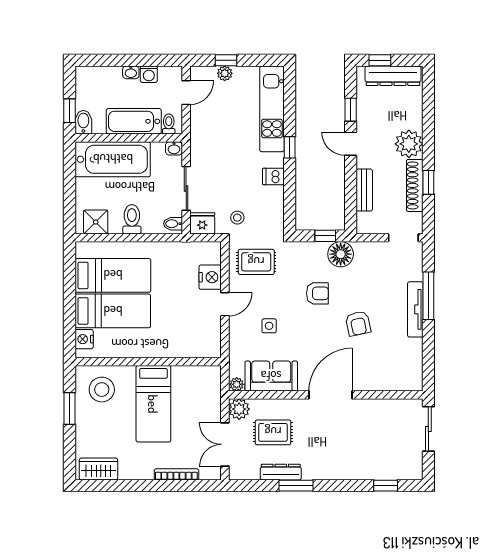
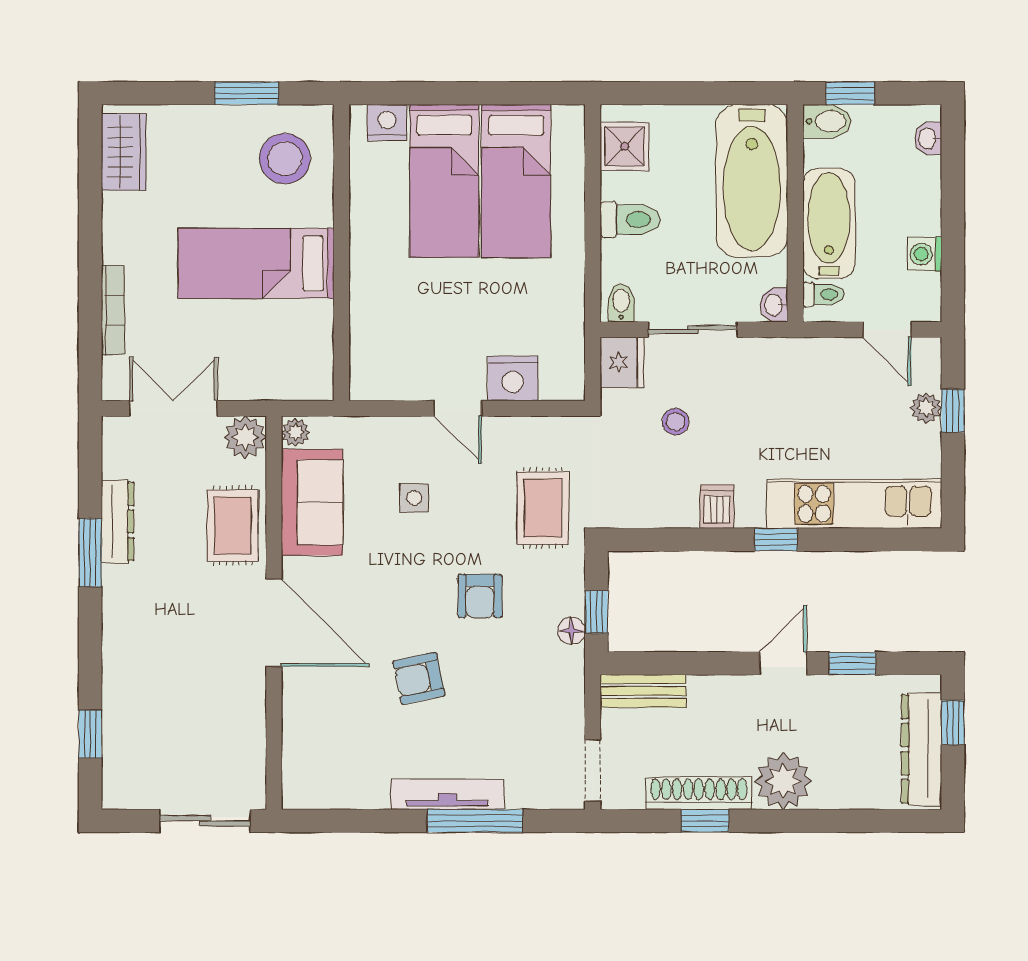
washbasin: (131, 72) -> (928, 138), moved
bench: (364, 190) -> (643, 691), moved
stool: (237, 218) -> (676, 422), moved
floor lamp: (341, 254) -> (572, 631), width x0.53, depth x0.53
rug: (256, 262) -> (543, 508), moved
rug: (273, 432) -> (233, 526), moved

